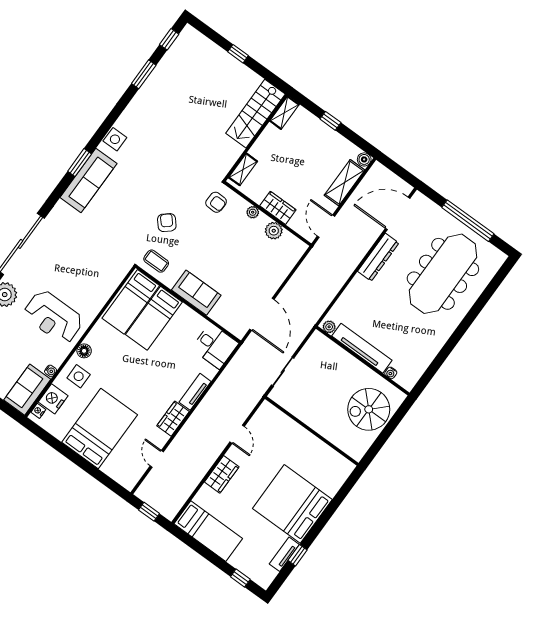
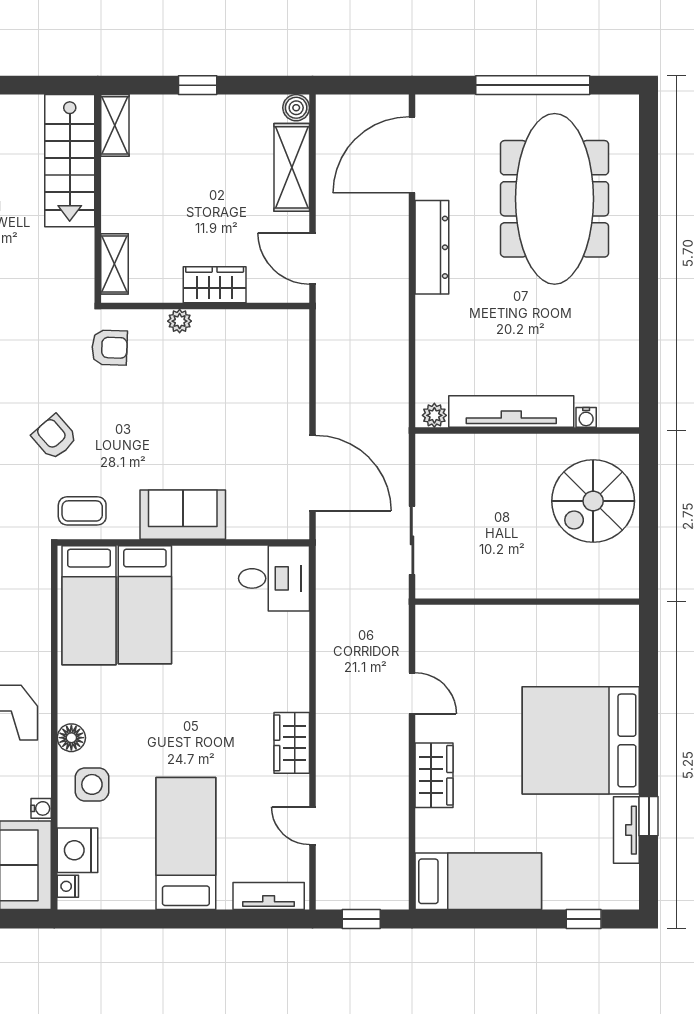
plant: (274, 231) -> (235, 326), removed
tv unit: (195, 392) -> (269, 896), moved, turned 90
bed: (100, 428) -> (186, 844), width x0.67

